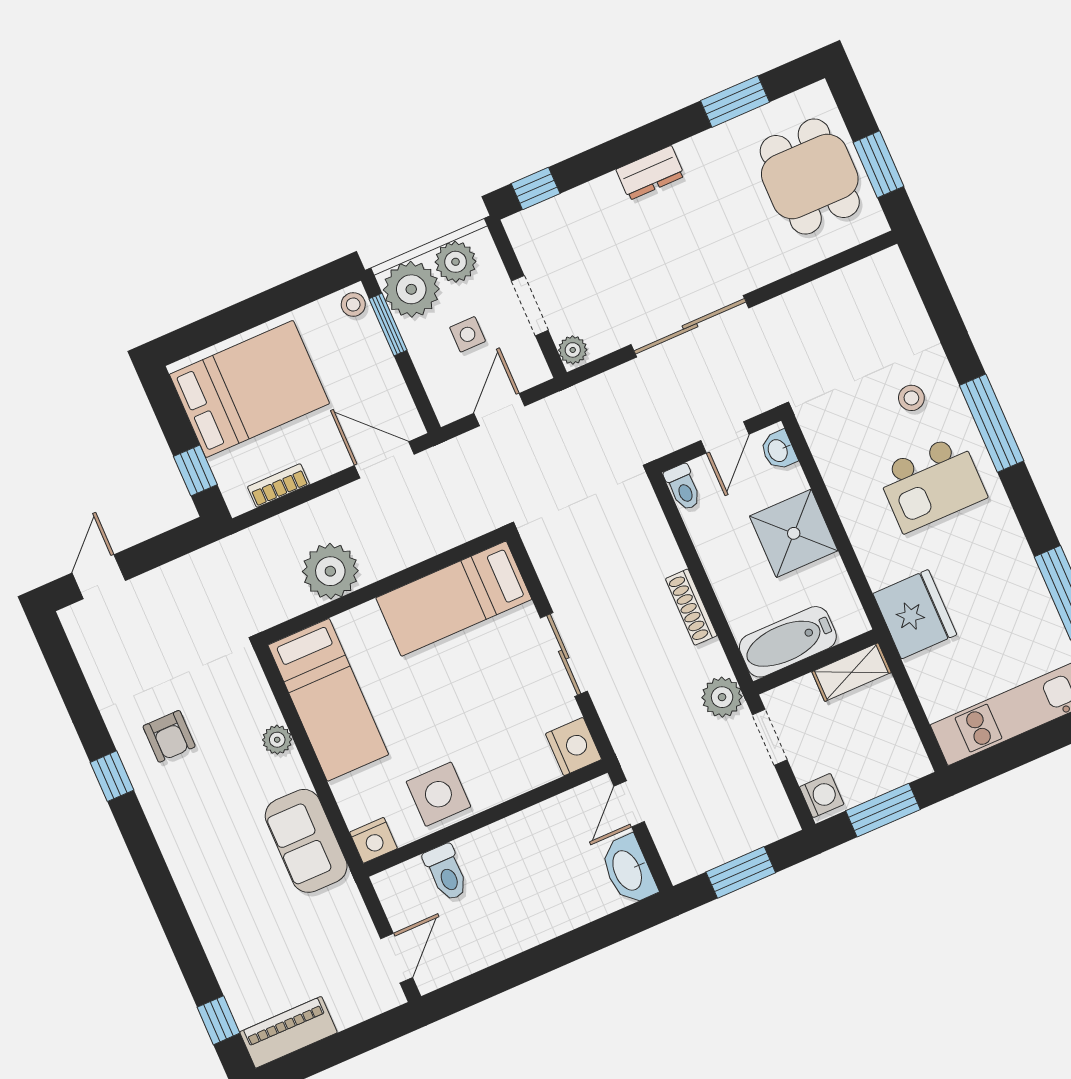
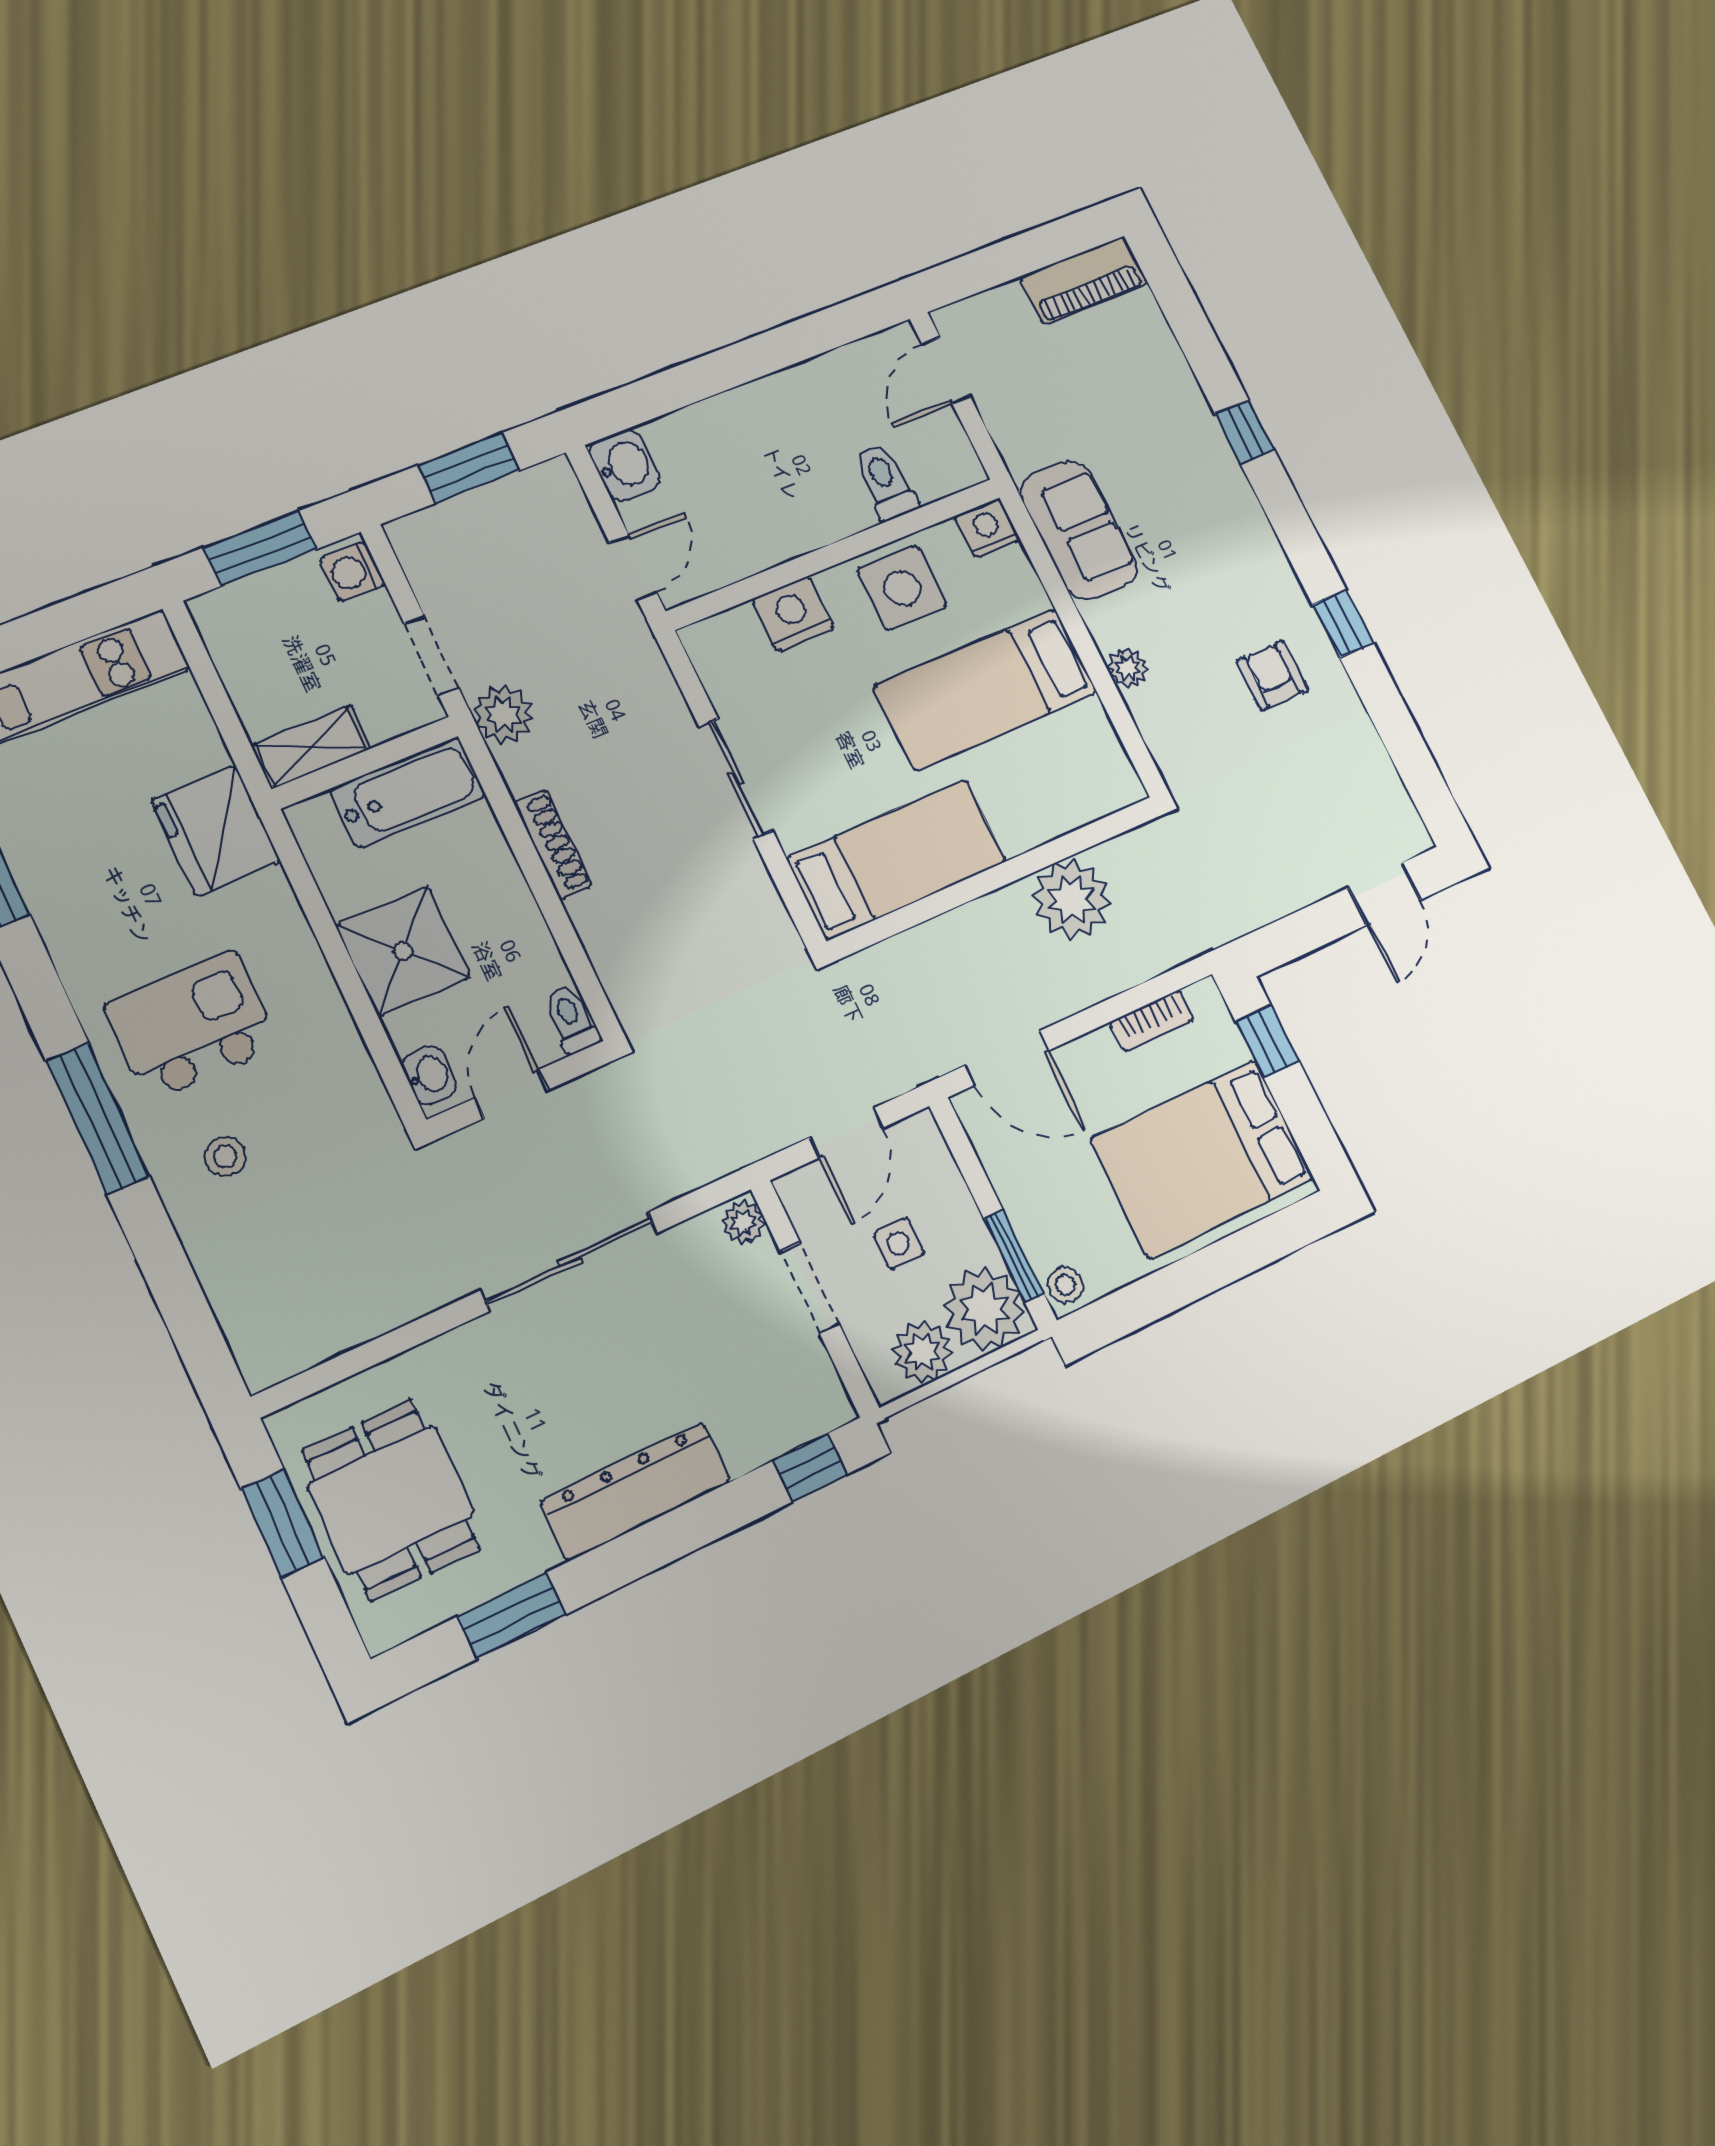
dresser: (650, 173) -> (636, 1491), width x1.96, depth x1.24
bed: (328, 700) -> (986, 689), moved, turned -90
nightstand: (574, 747) -> (793, 614), moved, turned 90
washbasin: (628, 870) -> (625, 465), width x0.72
window: (219, 1020) -> (1244, 432), moved

